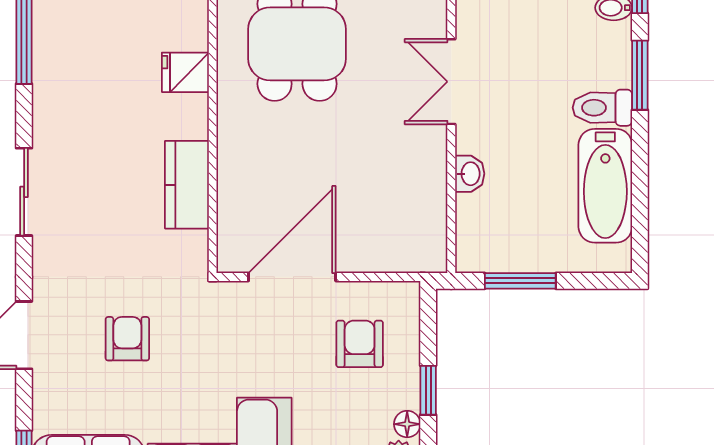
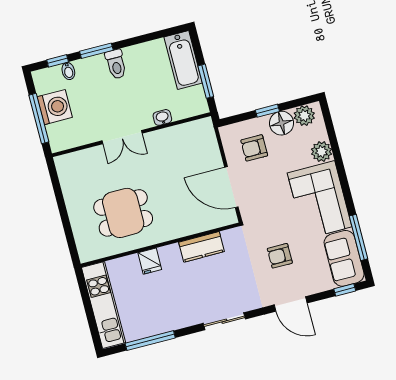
bathtub: (605, 186) -> (183, 60), moved, turned 90
floor lamp: (407, 424) -> (282, 123), width x1.89, depth x1.89

